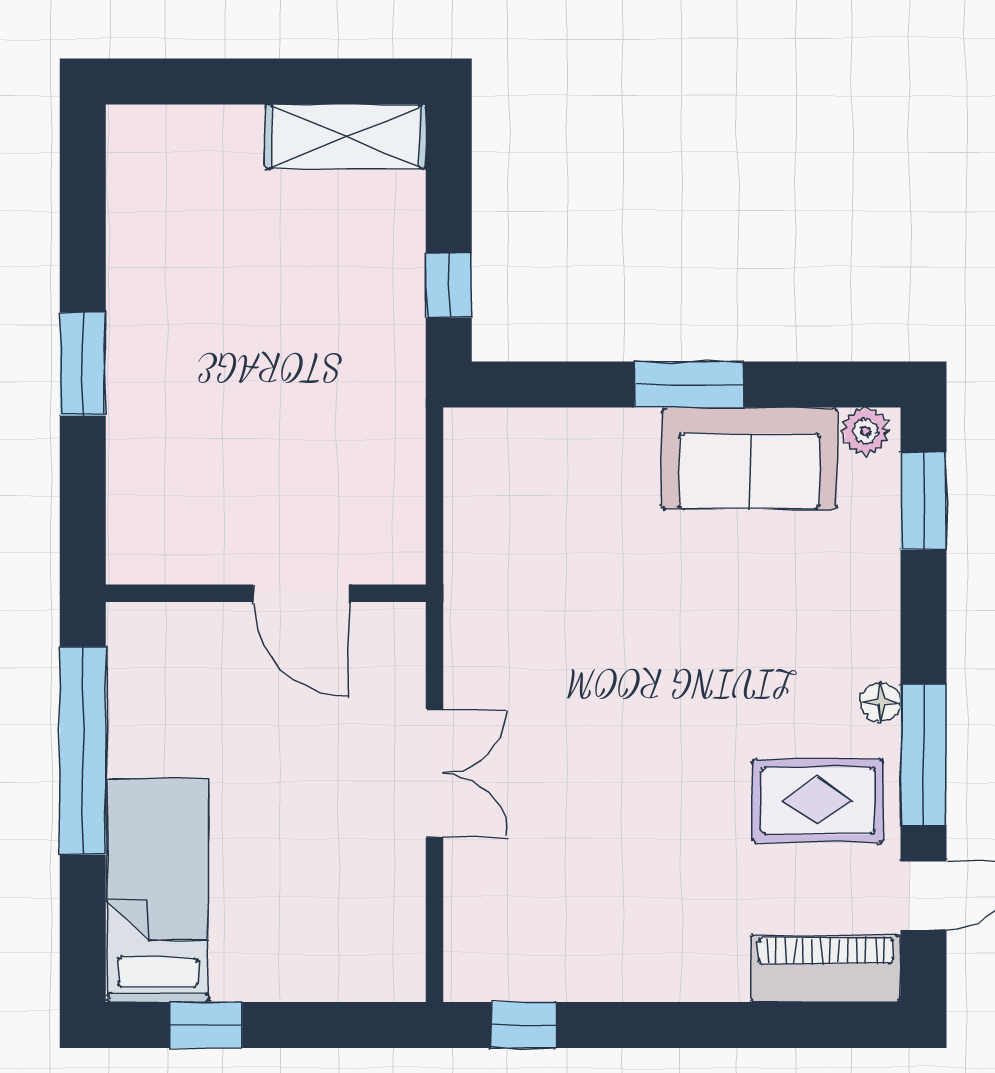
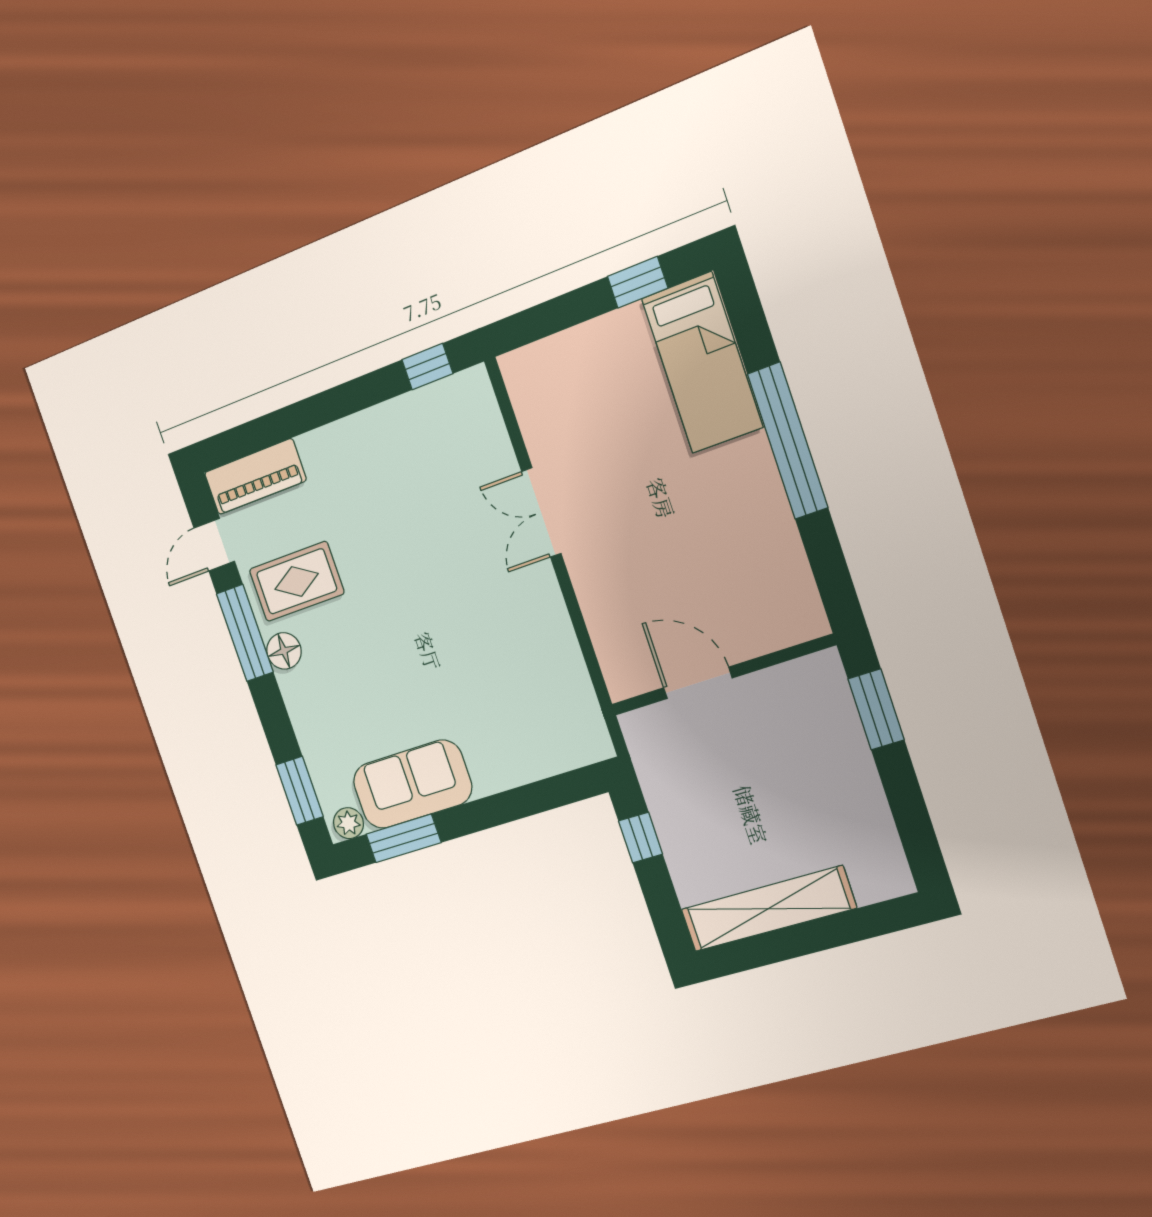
shelving: (346, 136) -> (768, 909), width x1.47
window: (689, 385) -> (403, 838), moved
wall: (266, 593) -> (722, 675), moved
door: (301, 593) -> (698, 683), moved
floor lamp: (881, 702) -> (284, 651), width x1.37, depth x1.37

